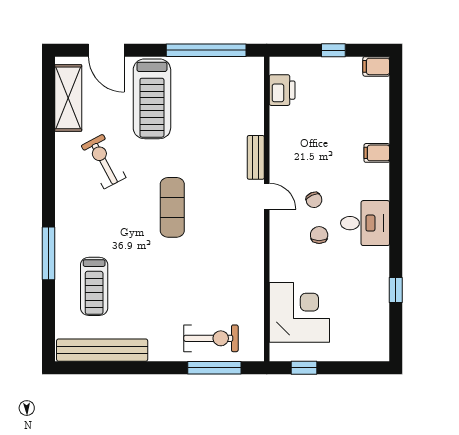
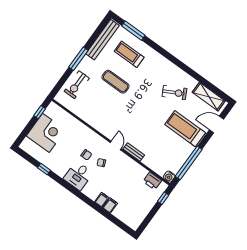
window: (333, 50) -> (163, 198), moved
filing cabinet: (376, 66) -> (110, 205), moved
water cooler: (254, 67) -> (169, 177), added
door: (267, 196) -> (116, 146), swing flipped
exercise mat: (172, 207) -> (116, 82), moved
window: (48, 253) -> (133, 31), moved
corner desk: (299, 312) -> (46, 133), moved, turned -90
window: (214, 368) -> (78, 59), moved

